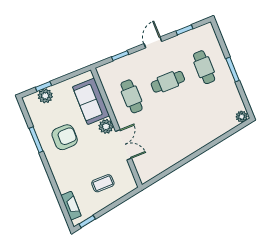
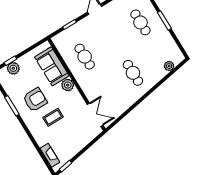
cafe table: (168, 82) -> (133, 73), moved, turned 90
plant: (242, 117) -> (169, 66), moved
double door: (123, 145) -> (95, 115), moved
coffee table: (103, 183) -> (53, 117), moved

